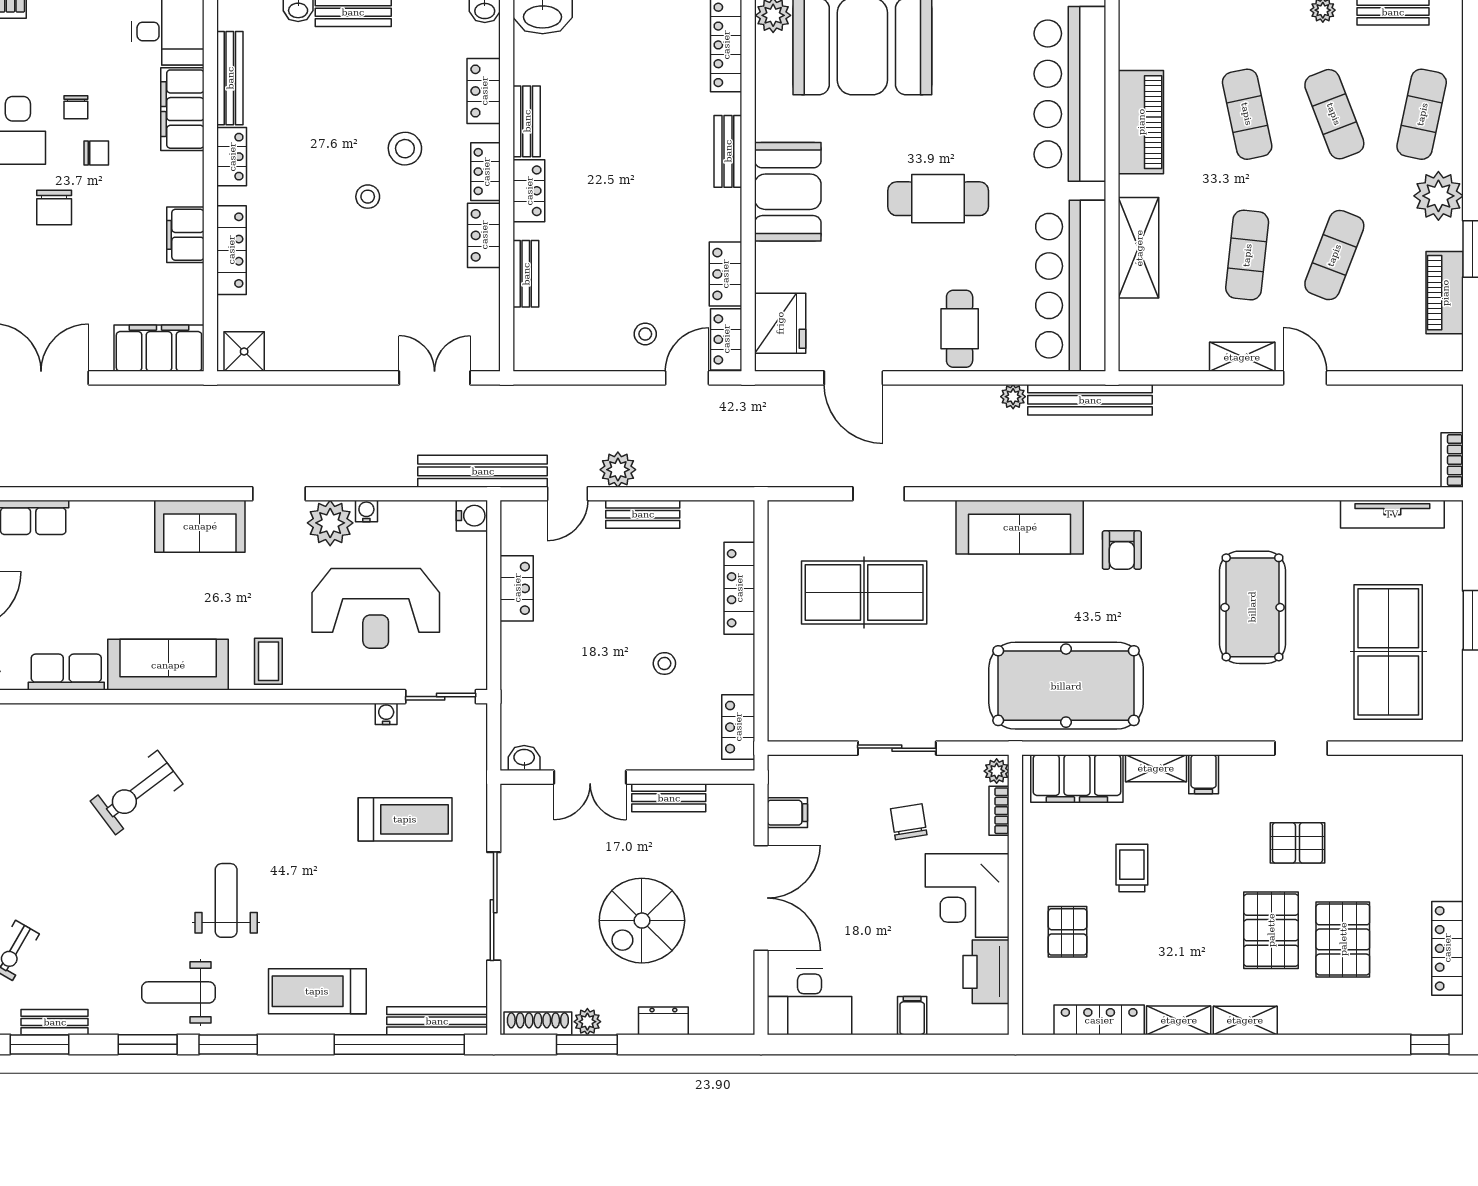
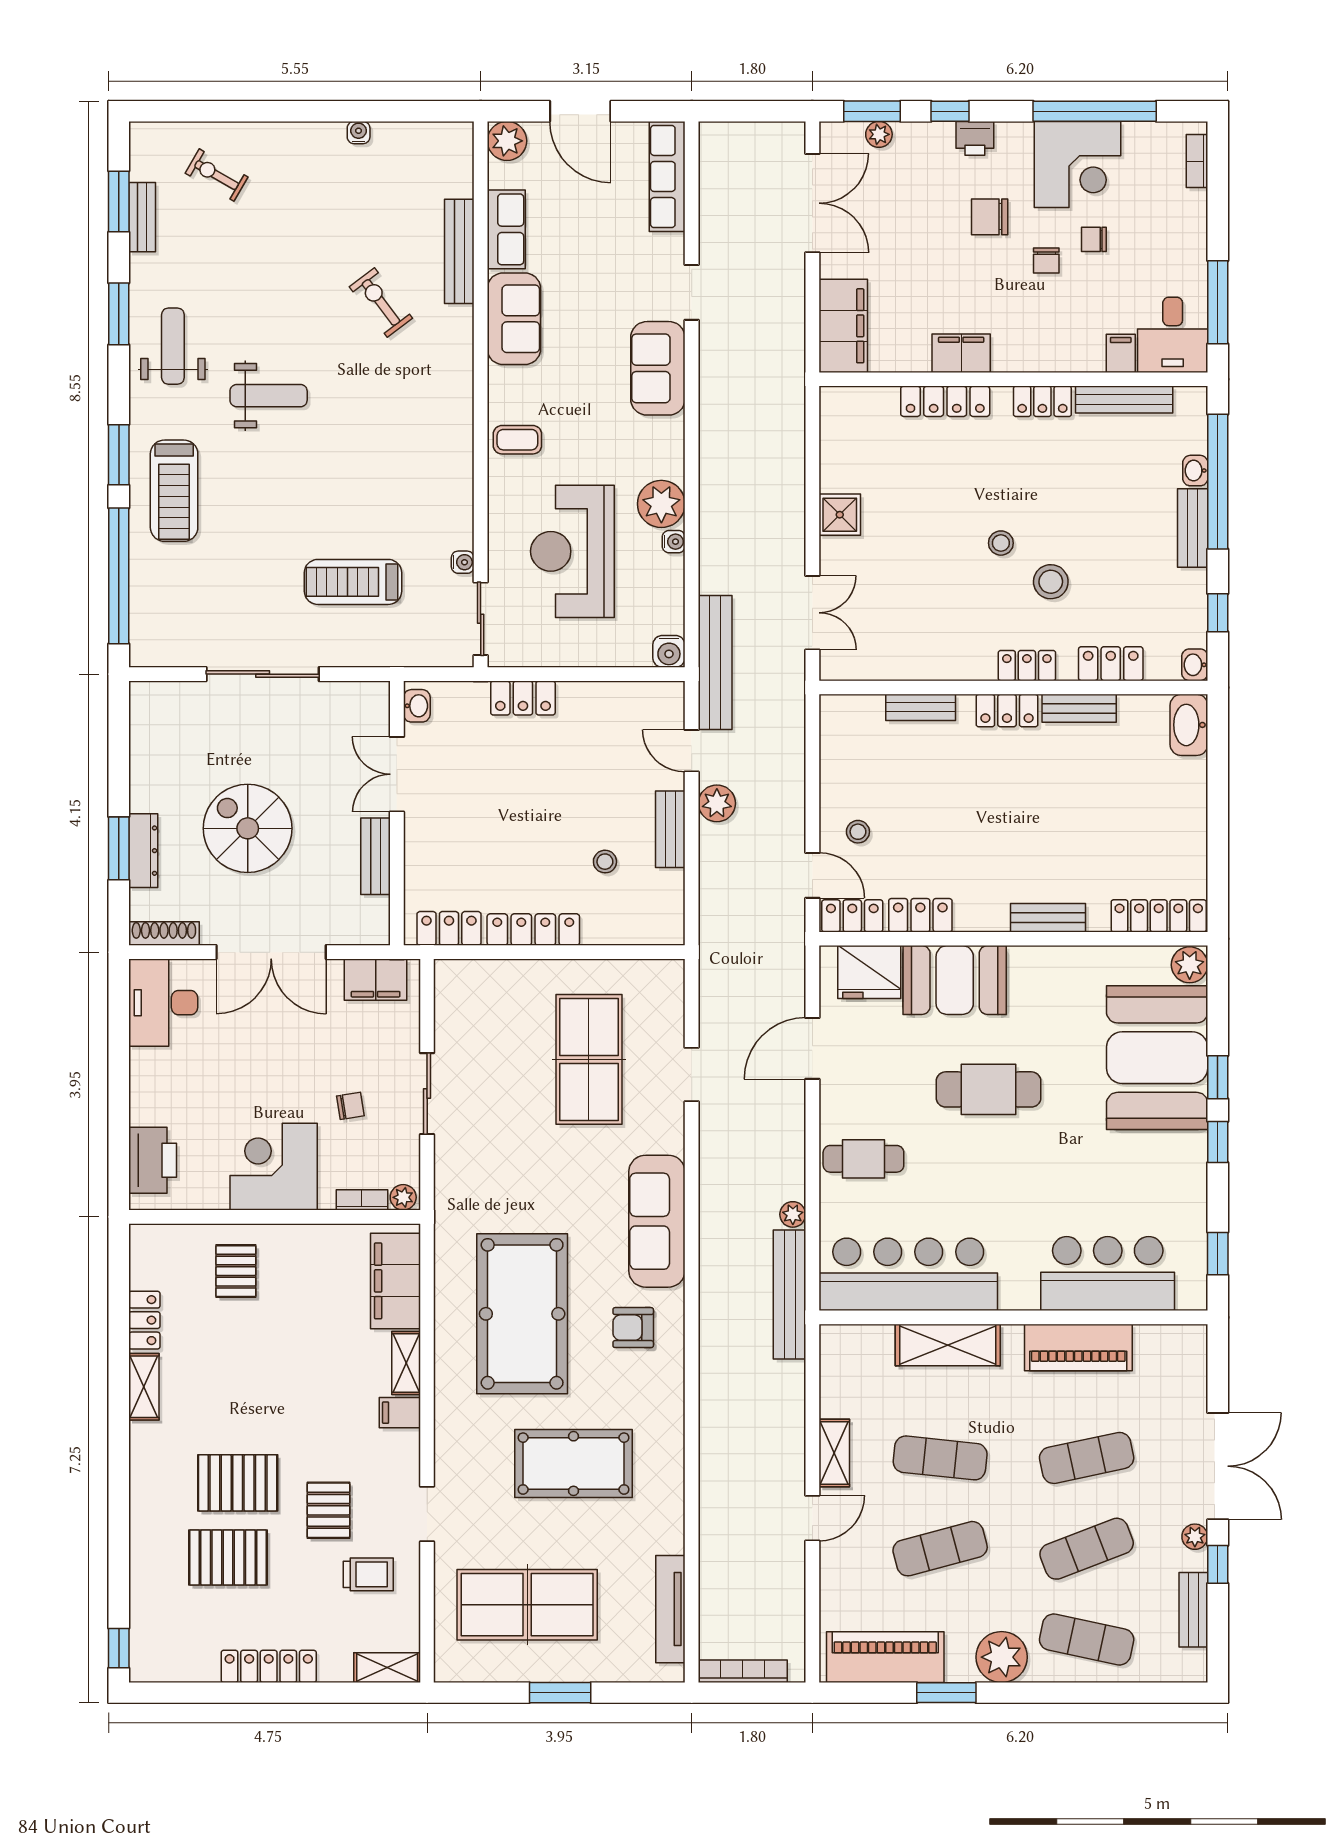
bar counter: (1070, 94) -> (1108, 1274), width x0.73
filing cabinet: (182, 109) -> (1121, 353), width x0.33, depth x0.86
booth: (788, 192) -> (955, 980), moved
cafe table: (938, 199) -> (989, 1089), moved, turned 90
locker: (484, 235) -> (961, 664), removed
exercise mat: (1334, 255) -> (940, 1549), turned -36
piano: (1445, 293) -> (885, 1657), width x1.37, depth x1.33
shower: (244, 351) -> (840, 515), moved
bookcase: (1452, 460) -> (743, 1671), width x1.56
doorway: (279, 494) -> (692, 292), moved
locker: (517, 588) -> (523, 698), moved
locker: (739, 588) -> (533, 930), moved
stool: (664, 663) -> (605, 862), moved
sofa: (168, 665) -> (514, 319), width x0.73
pool table: (1066, 686) -> (522, 1314), moved
exercise bike: (137, 792) -> (381, 302), width x0.73, depth x0.72
filing cabinet: (787, 813) -> (376, 980), width x2.00
treadmill: (405, 819) -> (353, 582), turned 90
chair: (909, 822) -> (350, 1106), width x0.73, depth x0.73
trolley: (1132, 868) -> (368, 1574), moved
pallet: (1068, 932) -> (236, 1271), turned 90
locker: (1447, 948) -> (269, 1666), moved
printer: (986, 972) -> (153, 1160), moved, turned 90
treadmill: (317, 991) -> (174, 491), turned 180
filing cabinet: (912, 1016) -> (149, 1109), removed
locker: (1099, 1020) -> (144, 1320), width x0.66
shelving: (1245, 1020) -> (387, 1668), moved, turned 90
bench: (437, 1021) -> (459, 251), moved
dresser: (663, 1021) -> (143, 851), width x1.44
plant: (587, 1022) -> (143, 772), removed
shoe rack: (538, 1023) -> (164, 934), moved, turned -90
window: (228, 1044) -> (119, 455), moved
window: (587, 1044) -> (119, 848), moved

